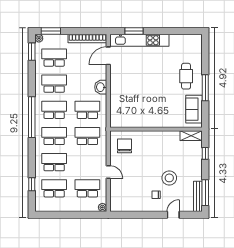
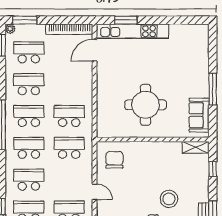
cafe table: (186, 76) -> (189, 75), removed
washbasin: (101, 87) -> (85, 88), removed
round table: (150, 101) -> (146, 105), added

